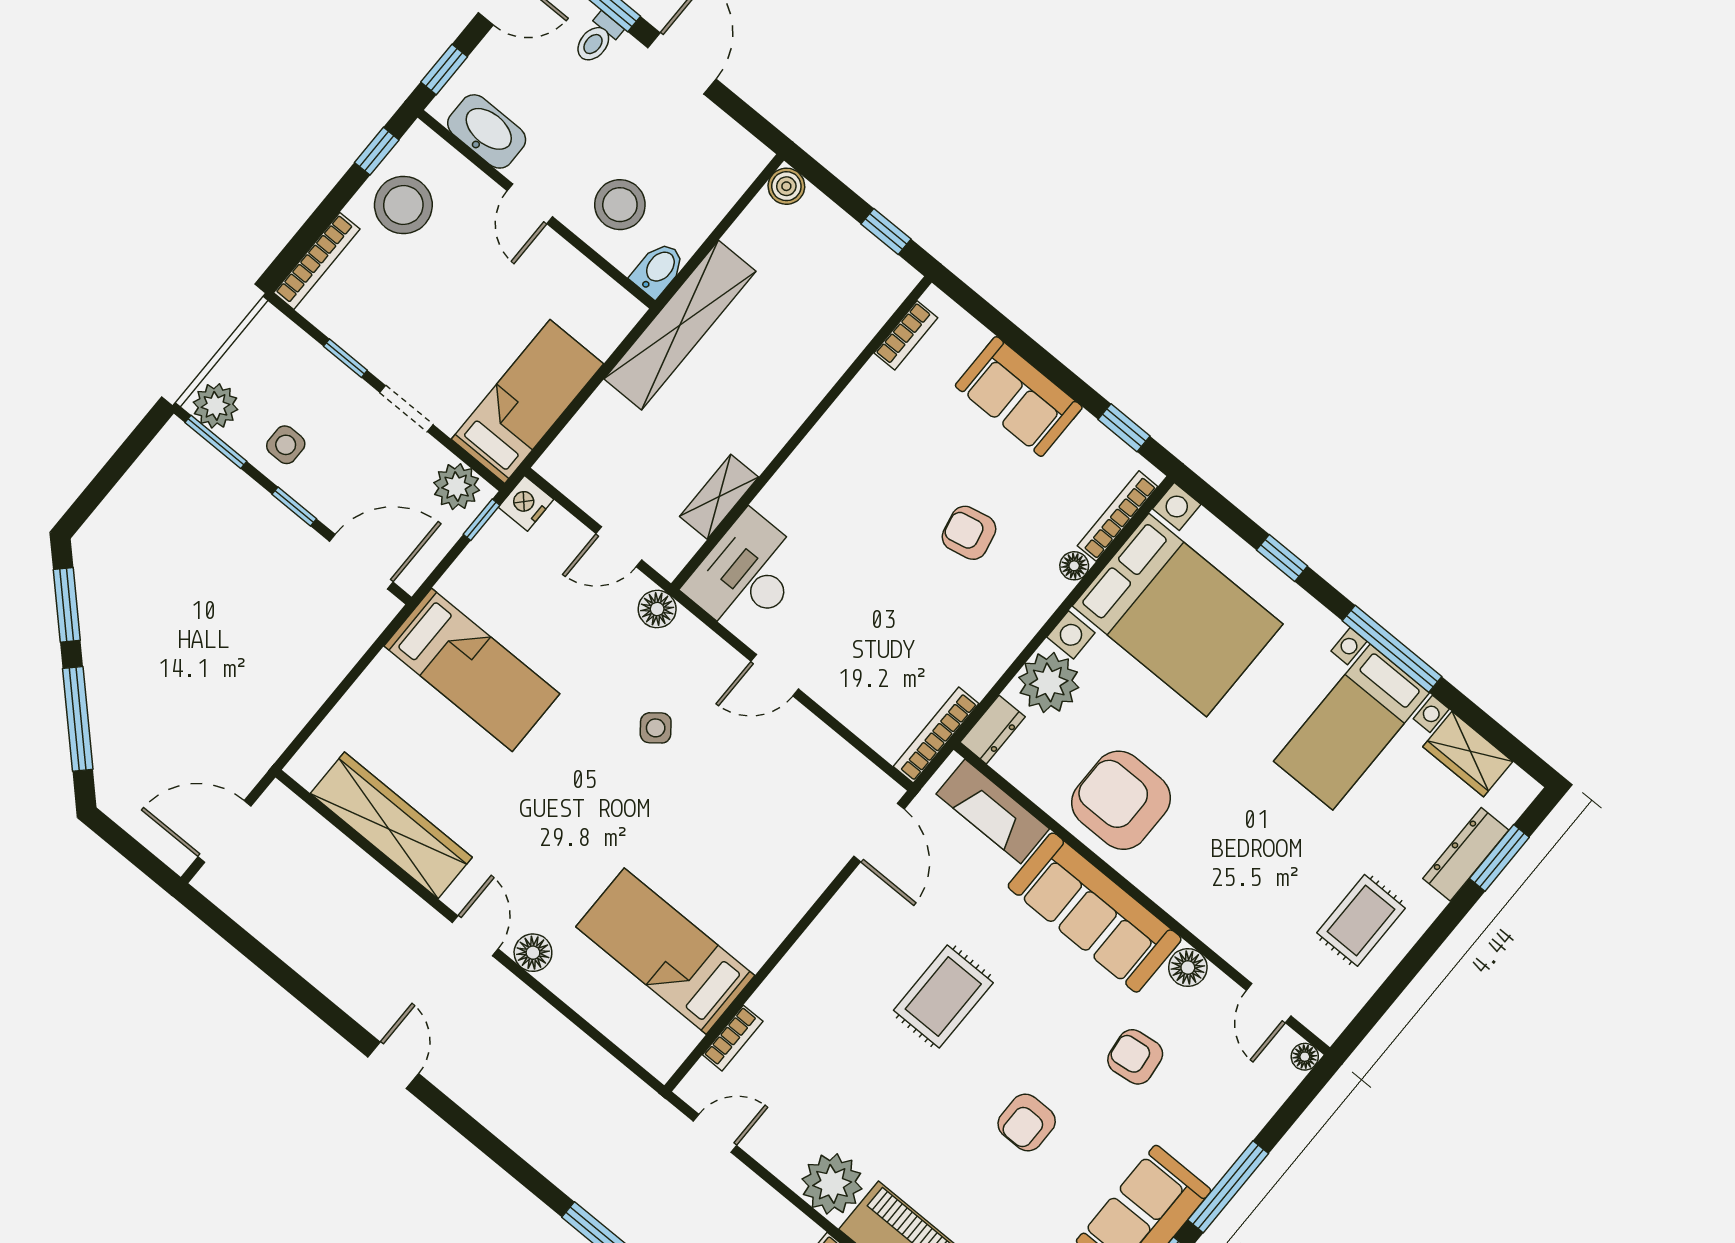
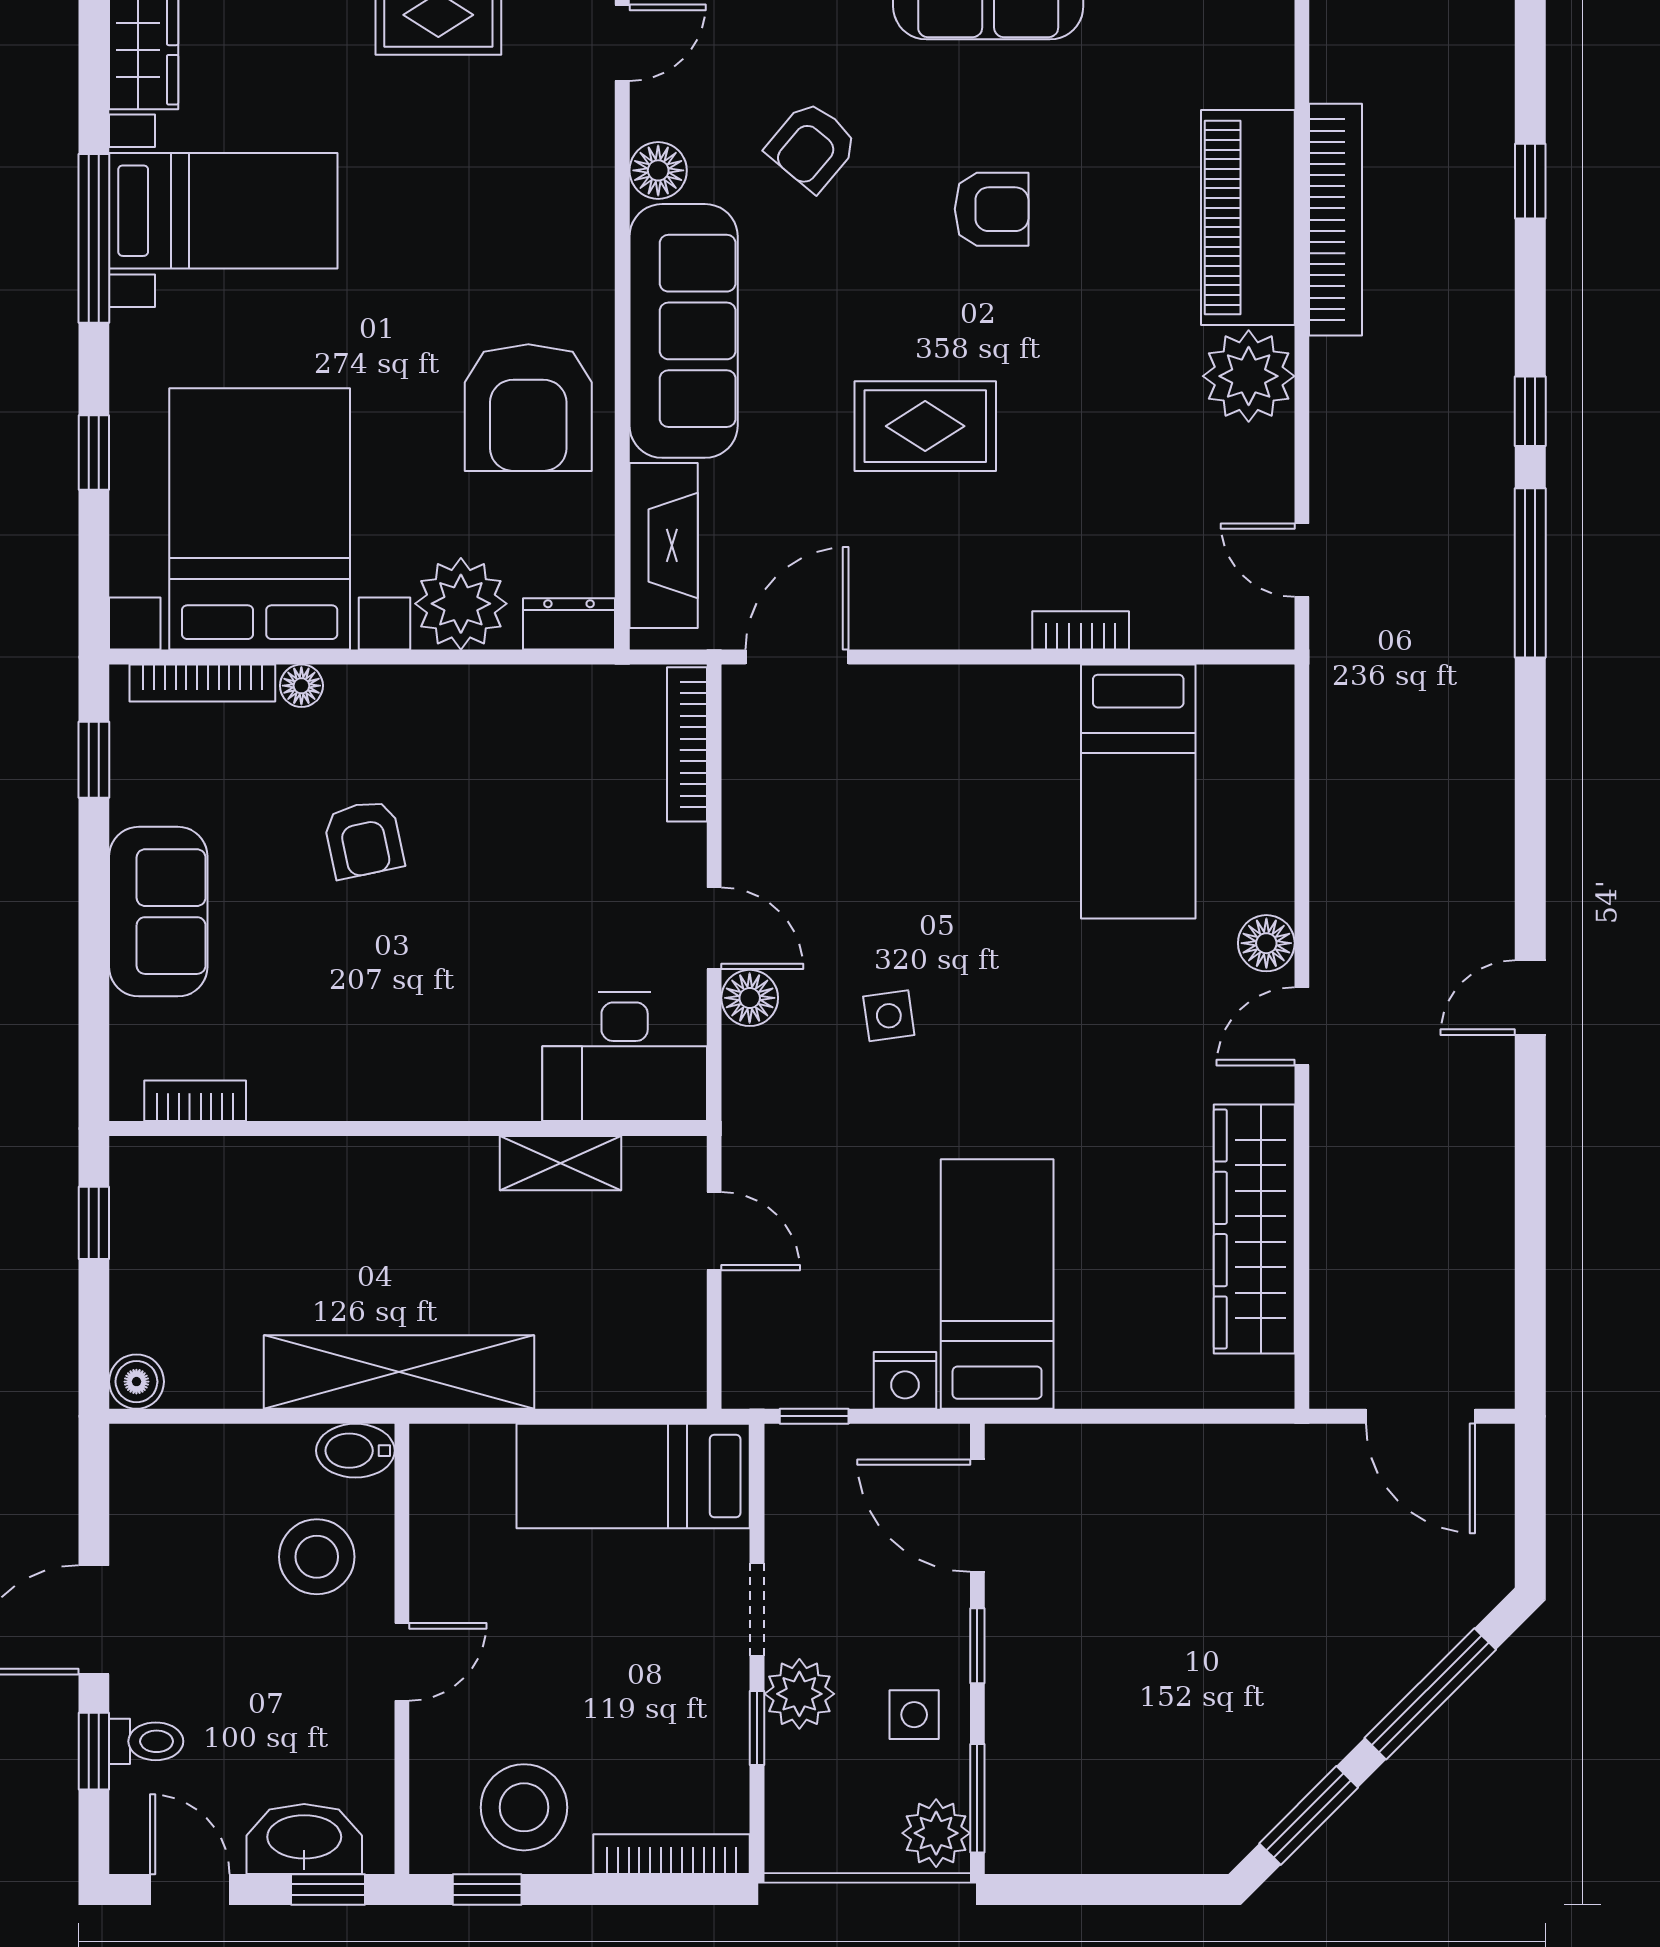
washbasin: (487, 131) -> (304, 1839), moved, turned 90
plant: (457, 487) -> (799, 1694), moved
nightstand: (526, 503) -> (905, 1380), moved
floor lamp: (657, 609) -> (750, 998), moved
side table: (656, 728) -> (889, 1016), turned 30
bookcase: (936, 735) -> (687, 744), moved, turned 90
bookcase: (733, 1038) -> (1081, 630), moved
armchair: (1135, 1057) -> (812, 146), turned 47

